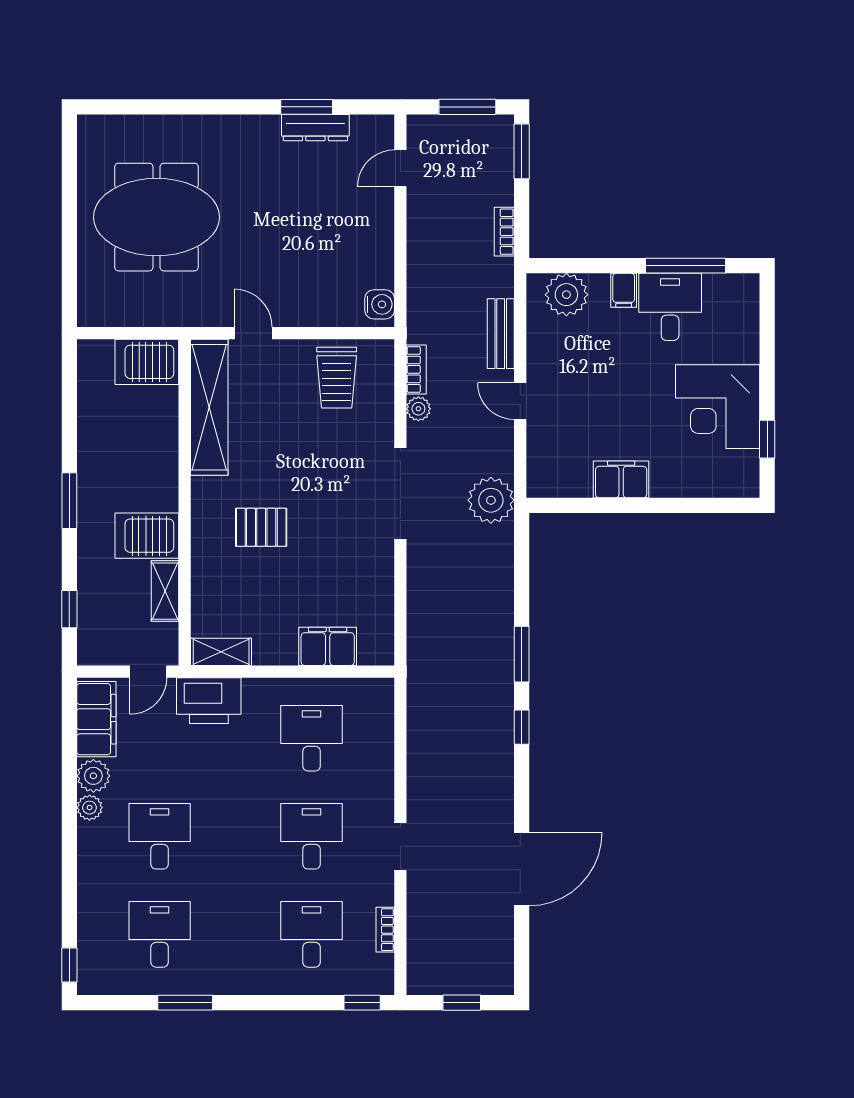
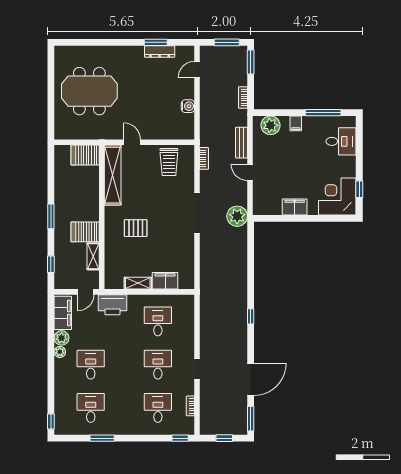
water cooler: (380, 304) -> (188, 106), moved
desk: (670, 307) -> (341, 141), moved, turned 90
corner desk: (718, 407) -> (337, 197), moved, turned 90
plant: (418, 409) -> (205, 176), removed
shelving: (221, 652) -> (138, 283), moved
window: (522, 654) -> (251, 419), moved

